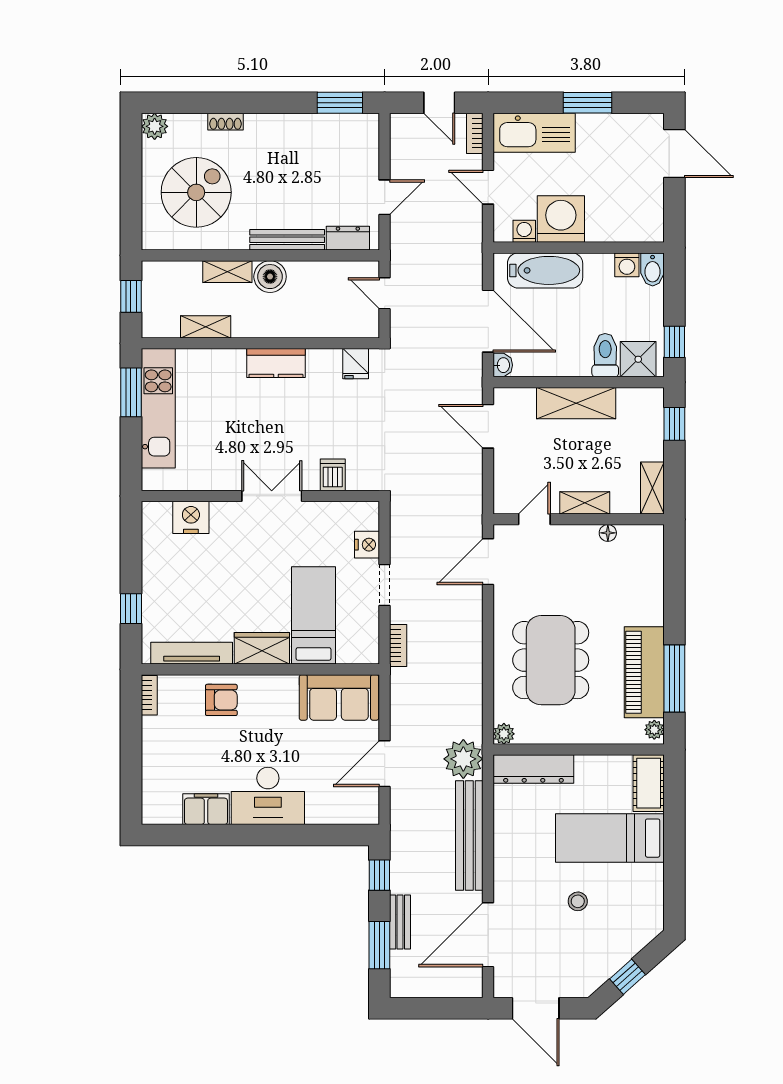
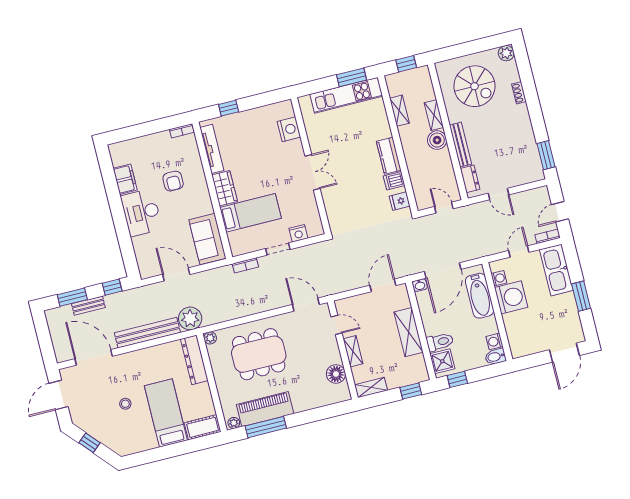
door: (385, 293) -> (444, 208), hinge flipped
dishwasher: (333, 475) -> (394, 181), moved, turned 180
floor lamp: (608, 533) -> (336, 374), width x1.89, depth x1.89
armchair: (221, 700) -> (173, 181), moved

